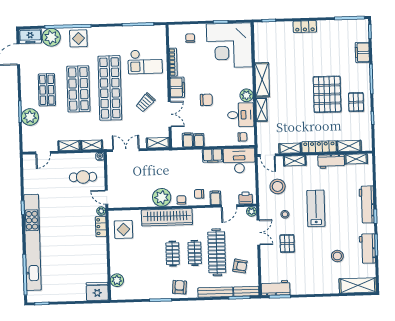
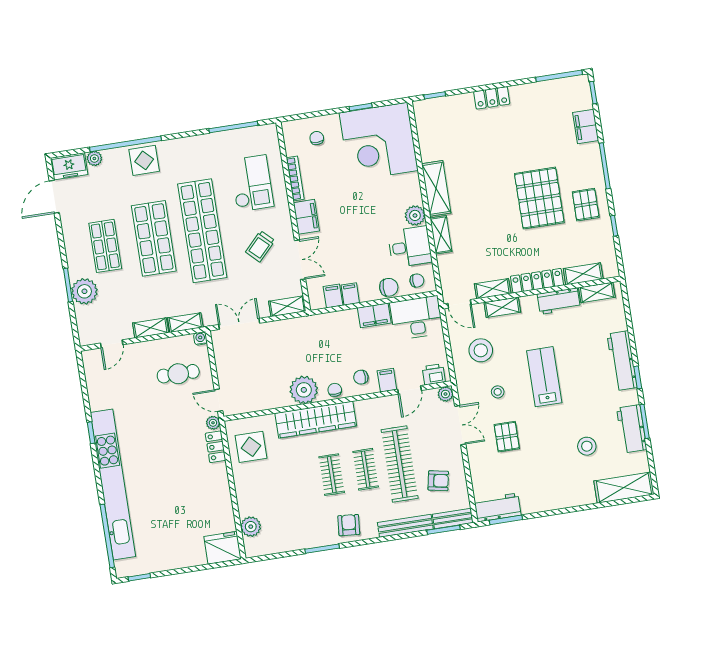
plant: (51, 37) -> (94, 158), width x0.53, depth x0.53
checkout: (145, 62) -> (252, 183), turned -90
chair: (206, 100) -> (389, 287), moved

